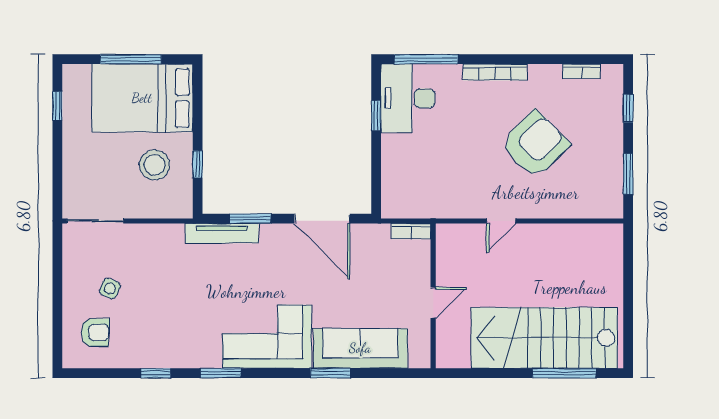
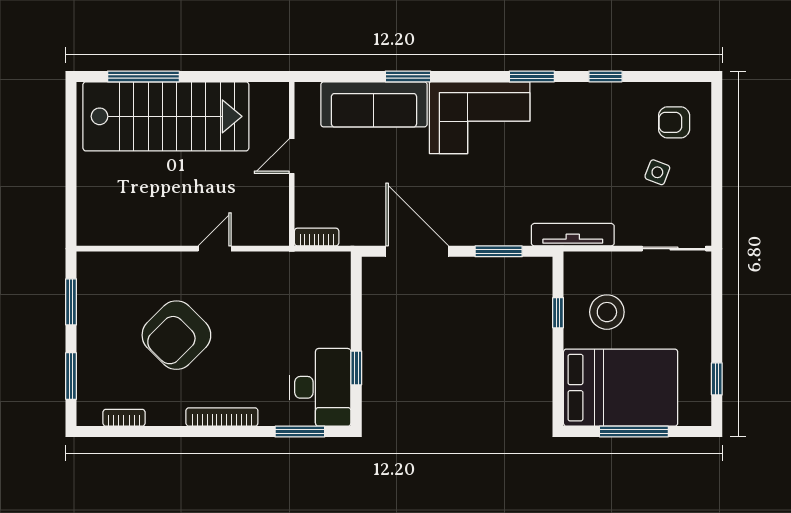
window: (426, 59) -> (300, 432), width x0.69
window: (628, 108) -> (71, 376), width x1.50
tv unit: (222, 233) -> (573, 235), moved

